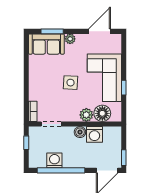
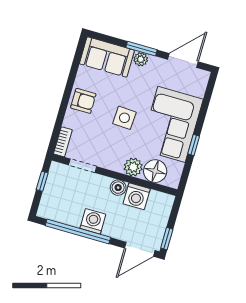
window: (52, 31) -> (141, 49), moved
armchair: (39, 79) -> (83, 101), added
washing machine: (54, 160) -> (93, 221), moved

